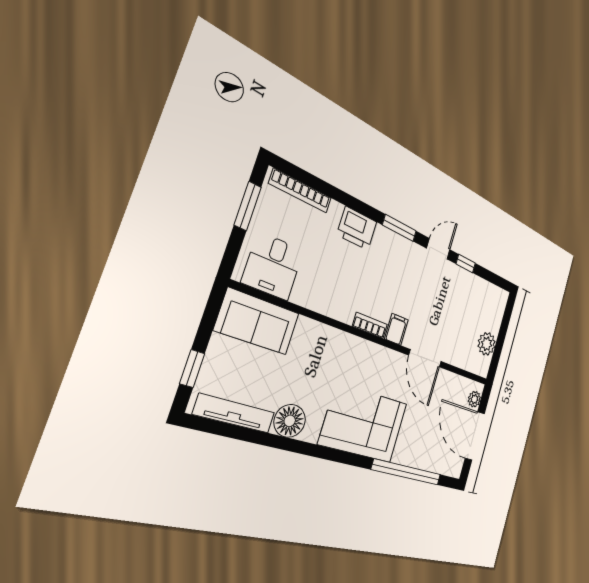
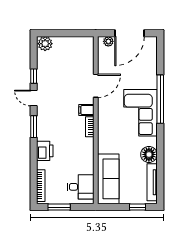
sofa: (257, 322) -> (108, 179), width x1.36
plant: (487, 344) -> (45, 44), moved
window: (407, 472) -> (160, 99), moved

